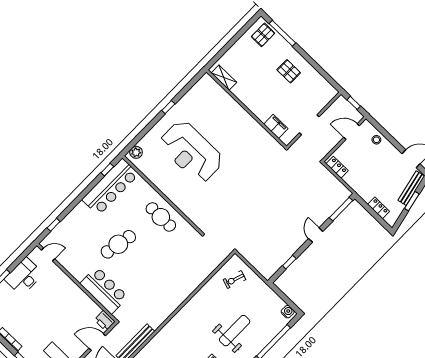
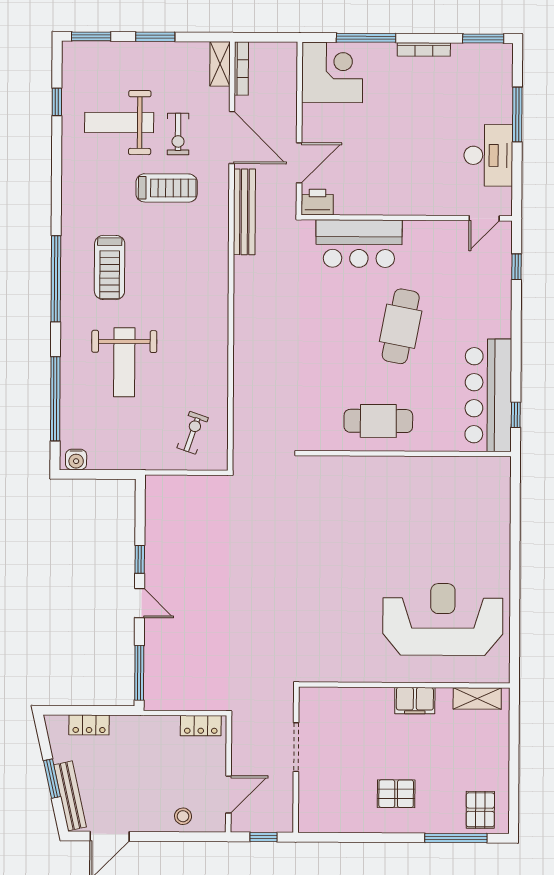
window: (168, 107) -> (515, 583), removed
filing cabinet: (276, 126) -> (415, 701), moved
plant: (136, 152) -> (499, 477), removed
reception desk: (191, 152) -> (443, 619), moved
window: (289, 262) -> (140, 559), moved

